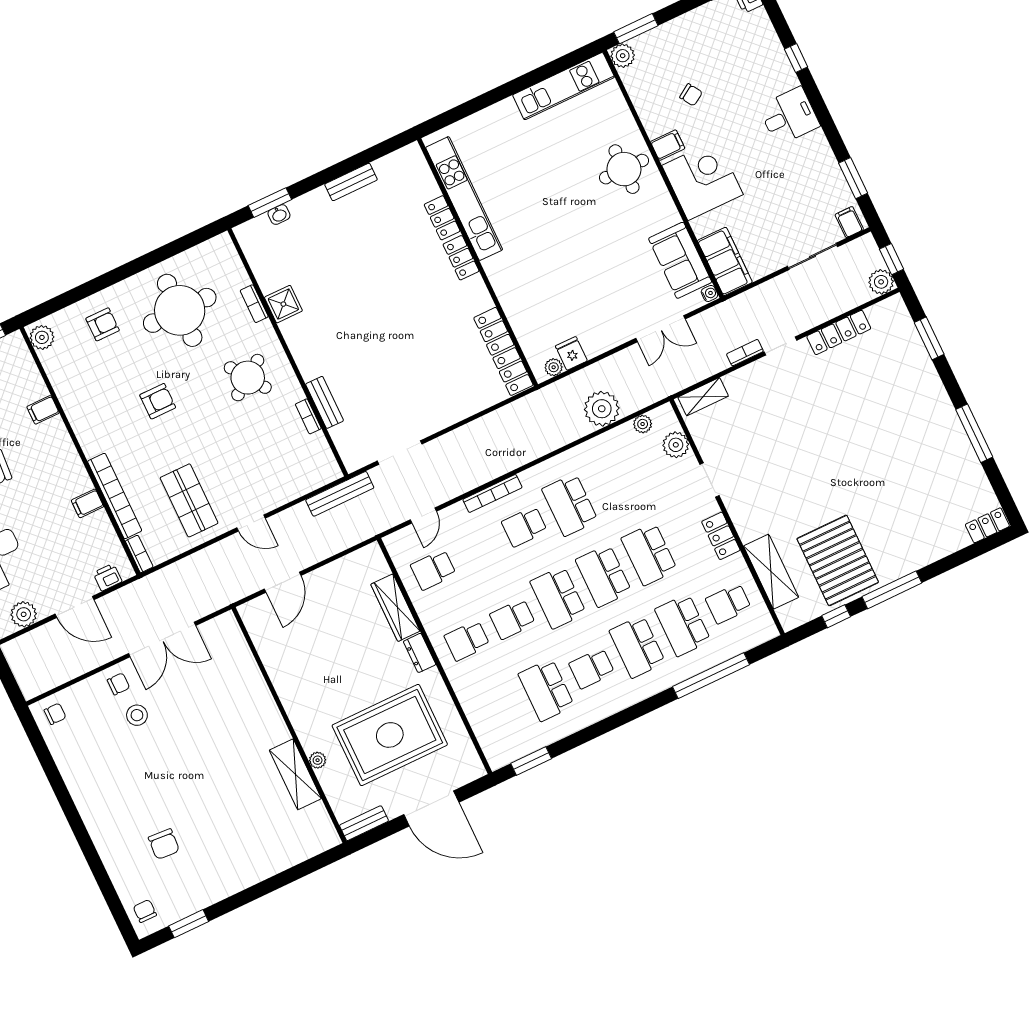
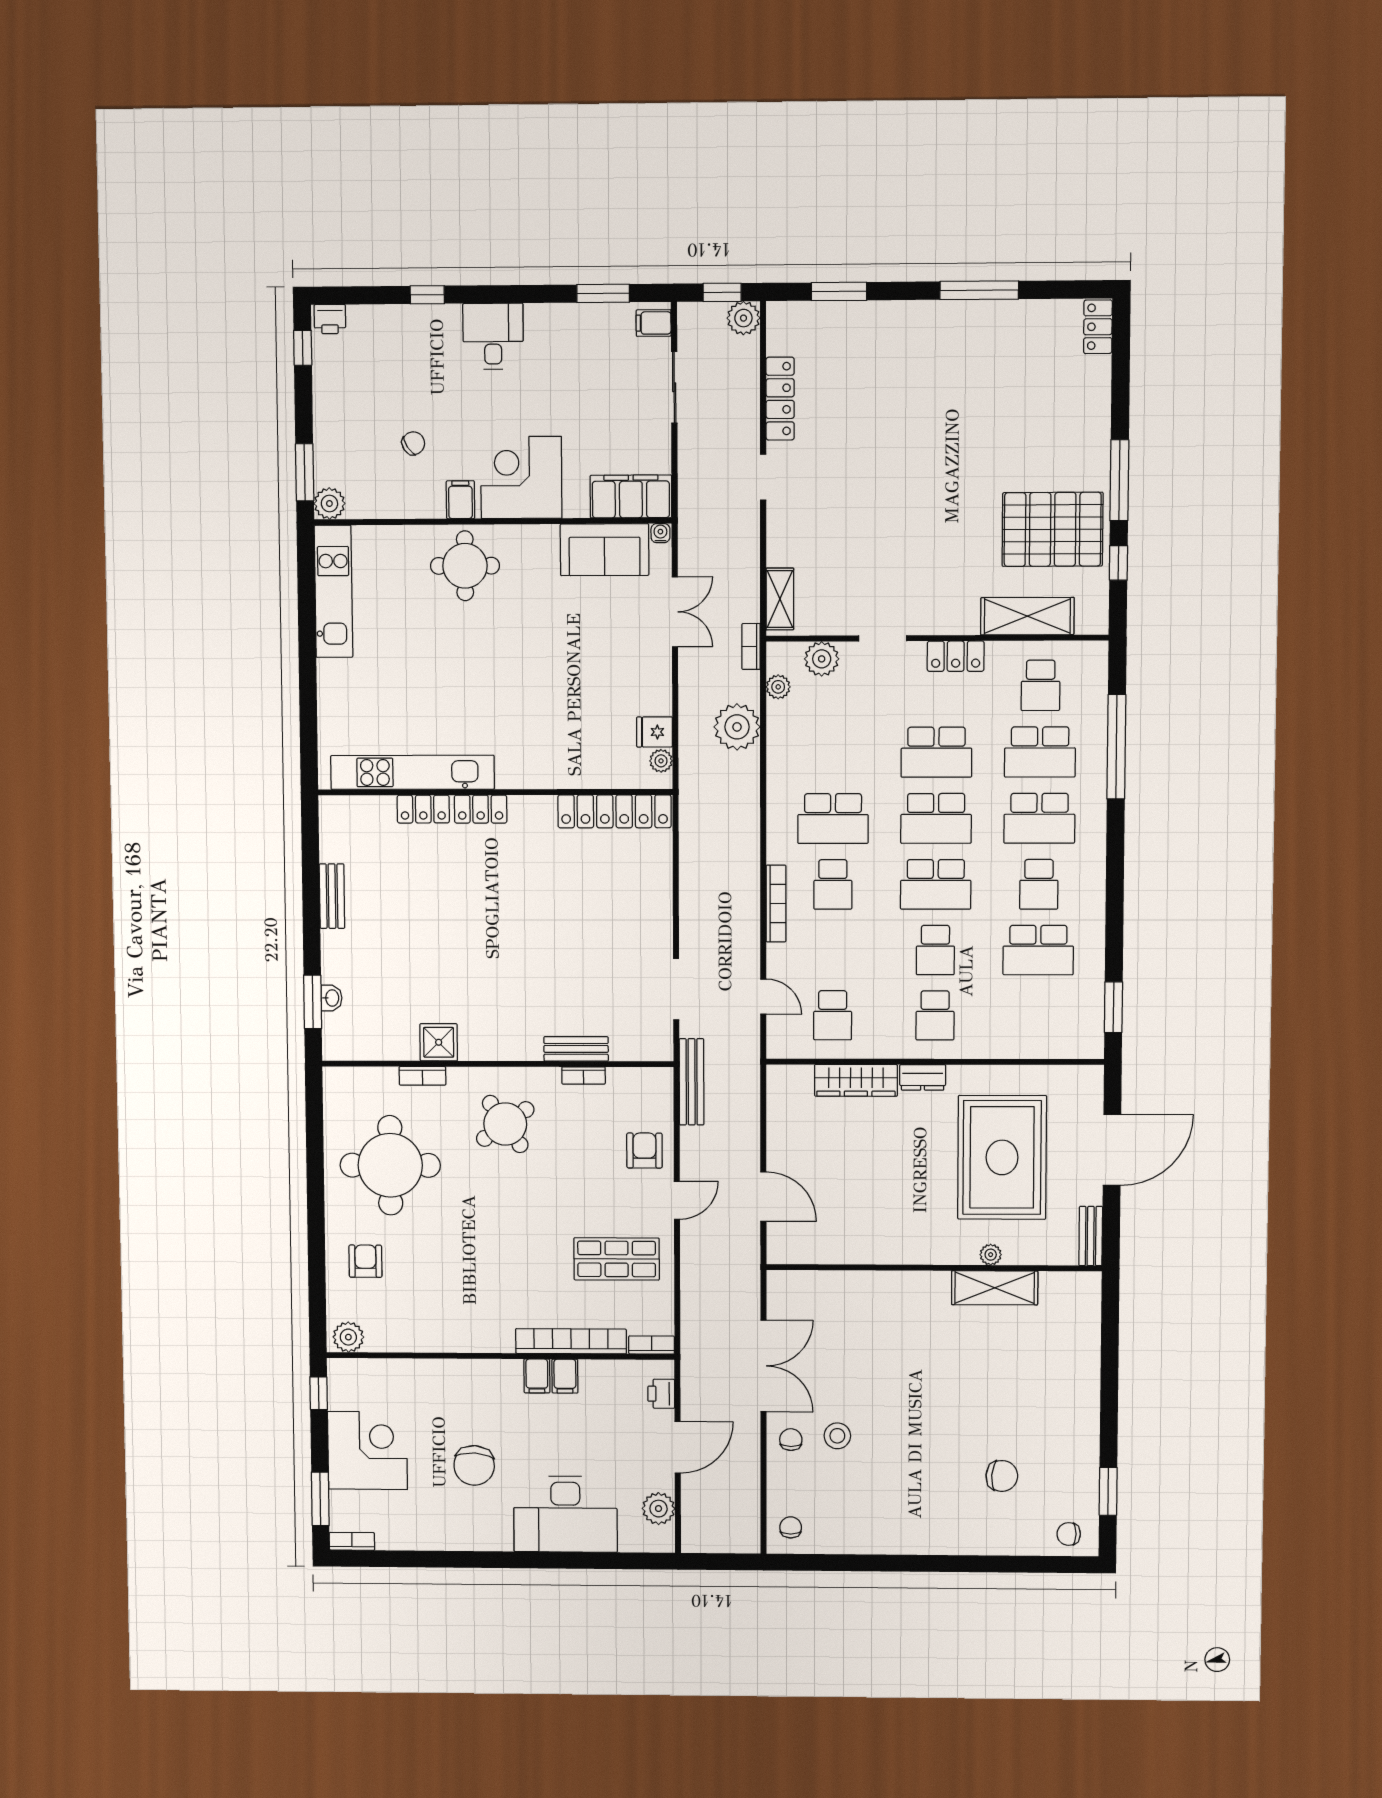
bookcase: (745, 353) -> (751, 646), moved
armchair: (158, 401) -> (644, 1150), moved
filing cabinet: (43, 410) -> (537, 1376), moved

